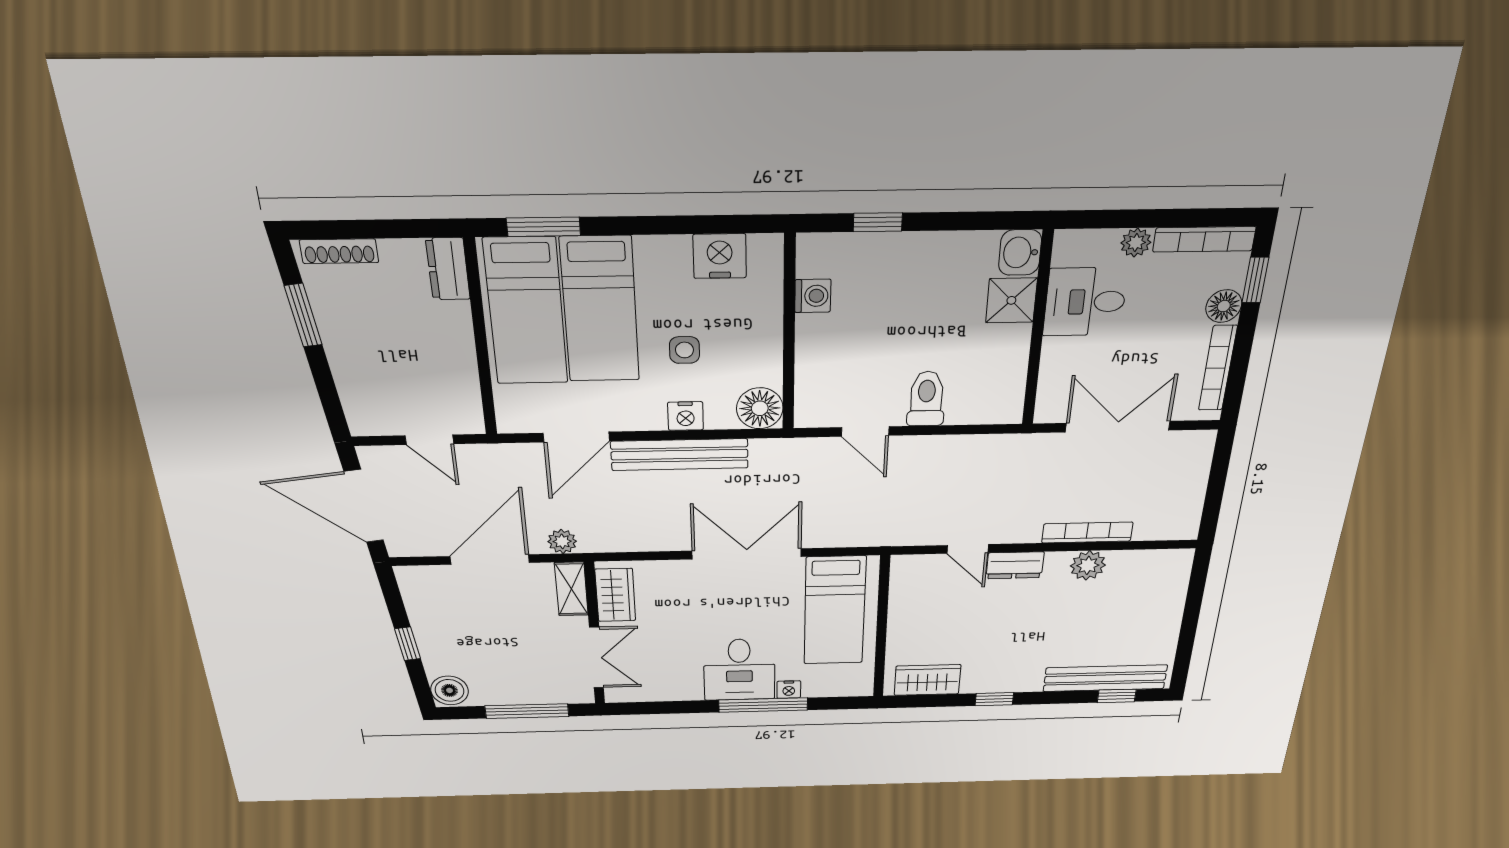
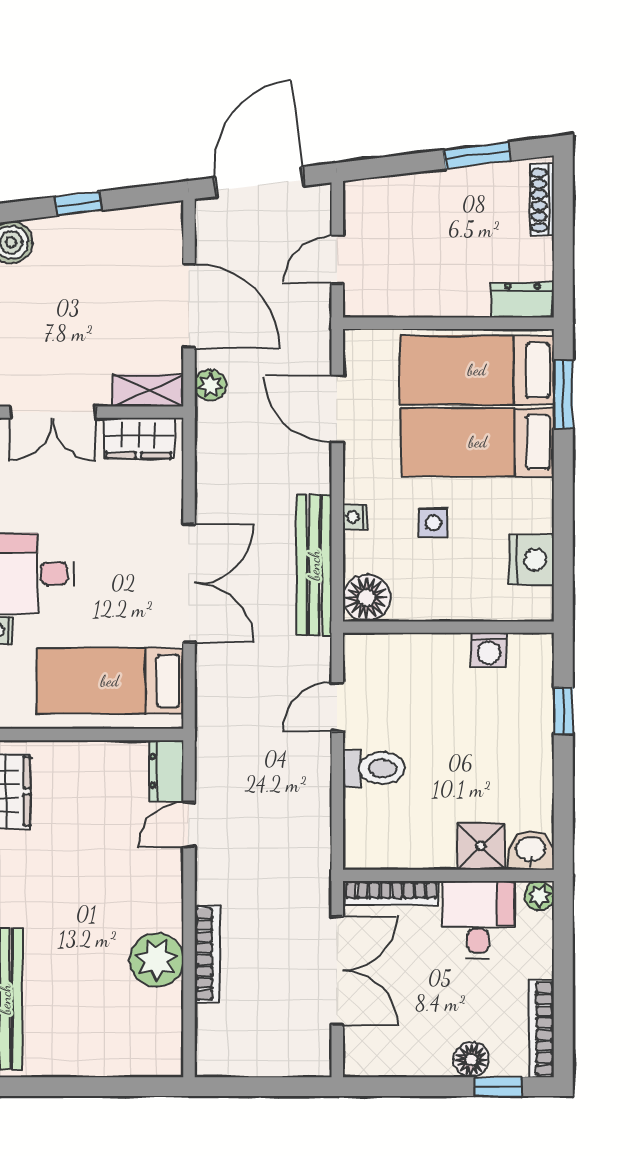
plant: (1136, 243) -> (539, 896), moved
bookcase: (1218, 368) -> (391, 893), moved, turned 180
nightstand: (685, 416) -> (355, 517), width x0.72, depth x0.74
bench: (680, 455) -> (314, 565), moved
dresser: (1015, 565) -> (166, 771), moved
plant: (1088, 565) -> (157, 960), width x1.36, depth x1.36

